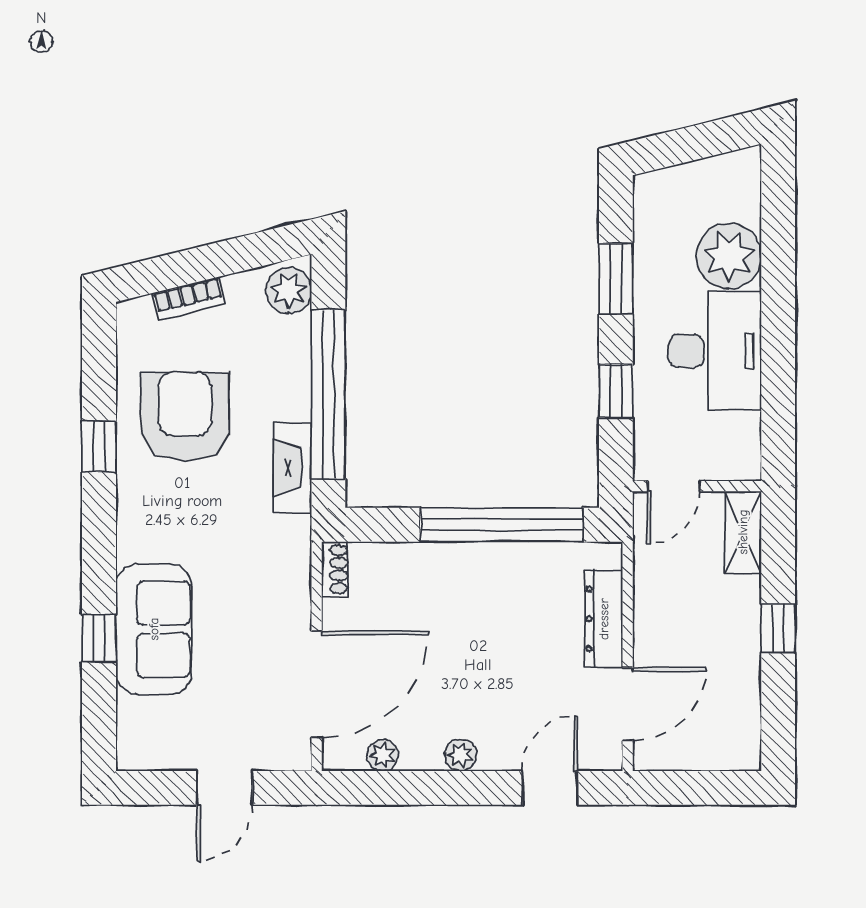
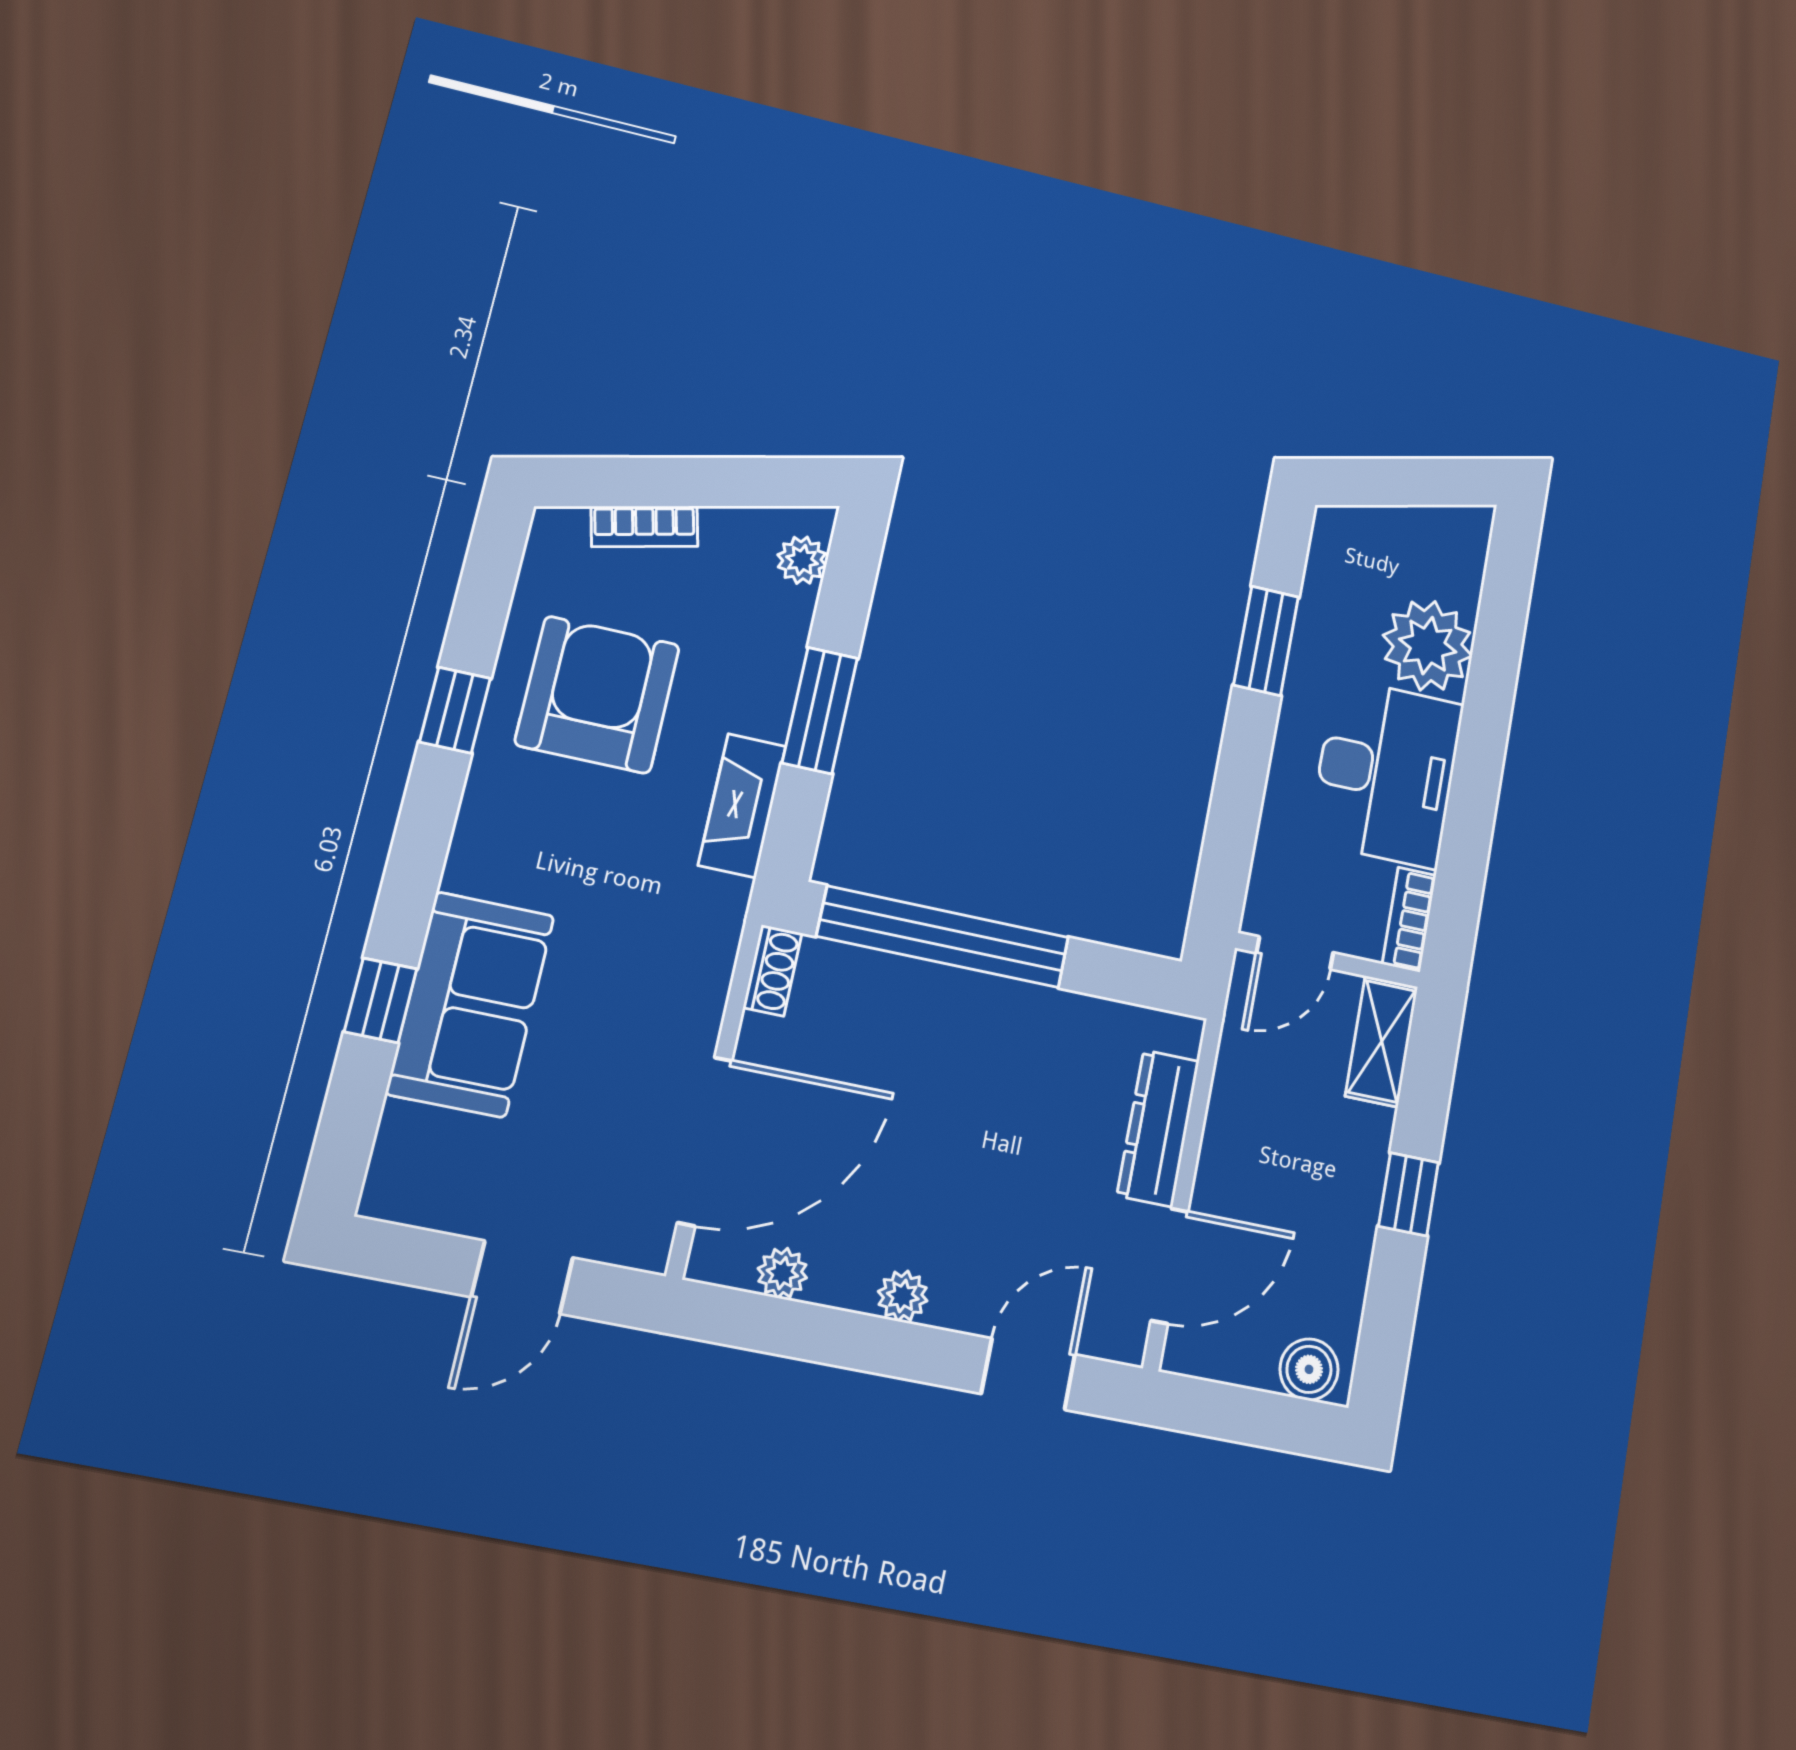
plant: (289, 291) -> (802, 560), width x0.73, depth x0.73
window: (616, 391) -> (1237, 798), removed
window: (328, 394) -> (820, 710), width x0.47
bookcase: (748, 447) -> (1409, 920), added
window: (502, 525) -> (943, 937), moved
boiler: (731, 752) -> (1309, 1369), added

